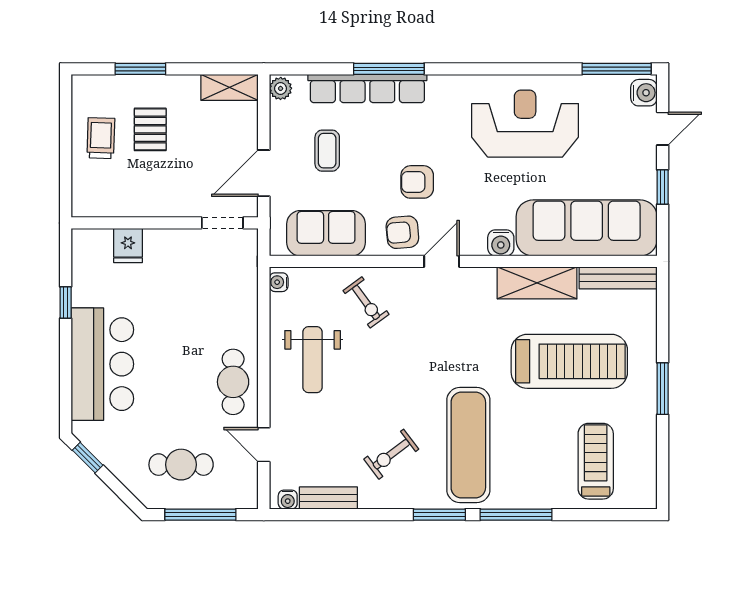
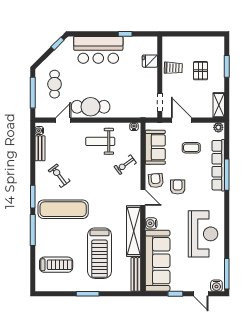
pallet: (150, 129) -> (200, 71), turned 90
trolley: (101, 138) -> (173, 68), moved
shelving: (537, 283) -> (134, 231), width x1.47
cafe table: (233, 382) -> (91, 107), width x1.37, depth x1.35

